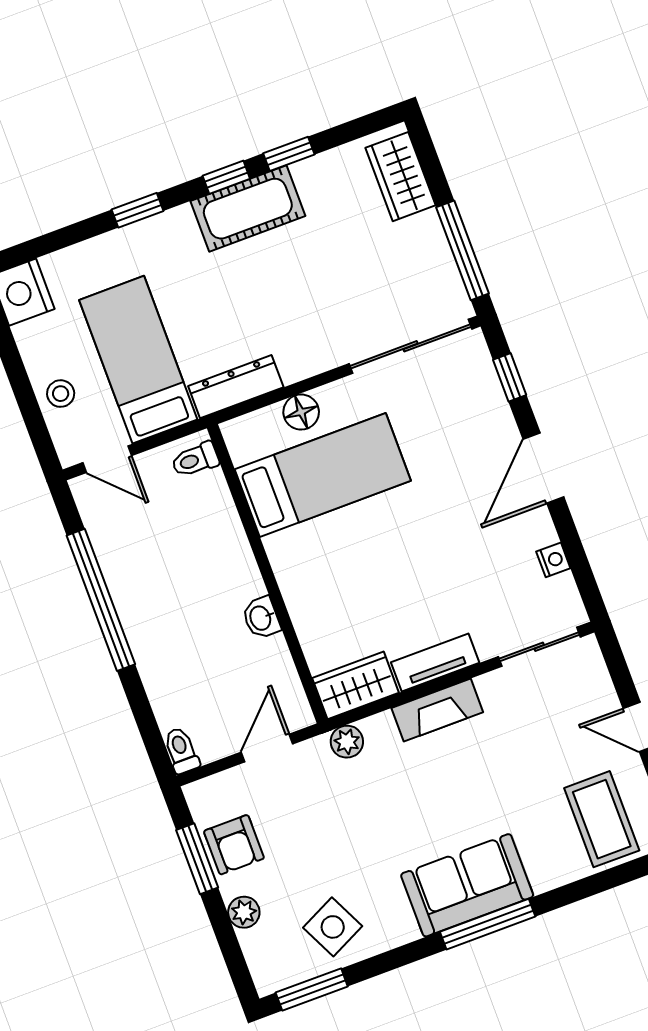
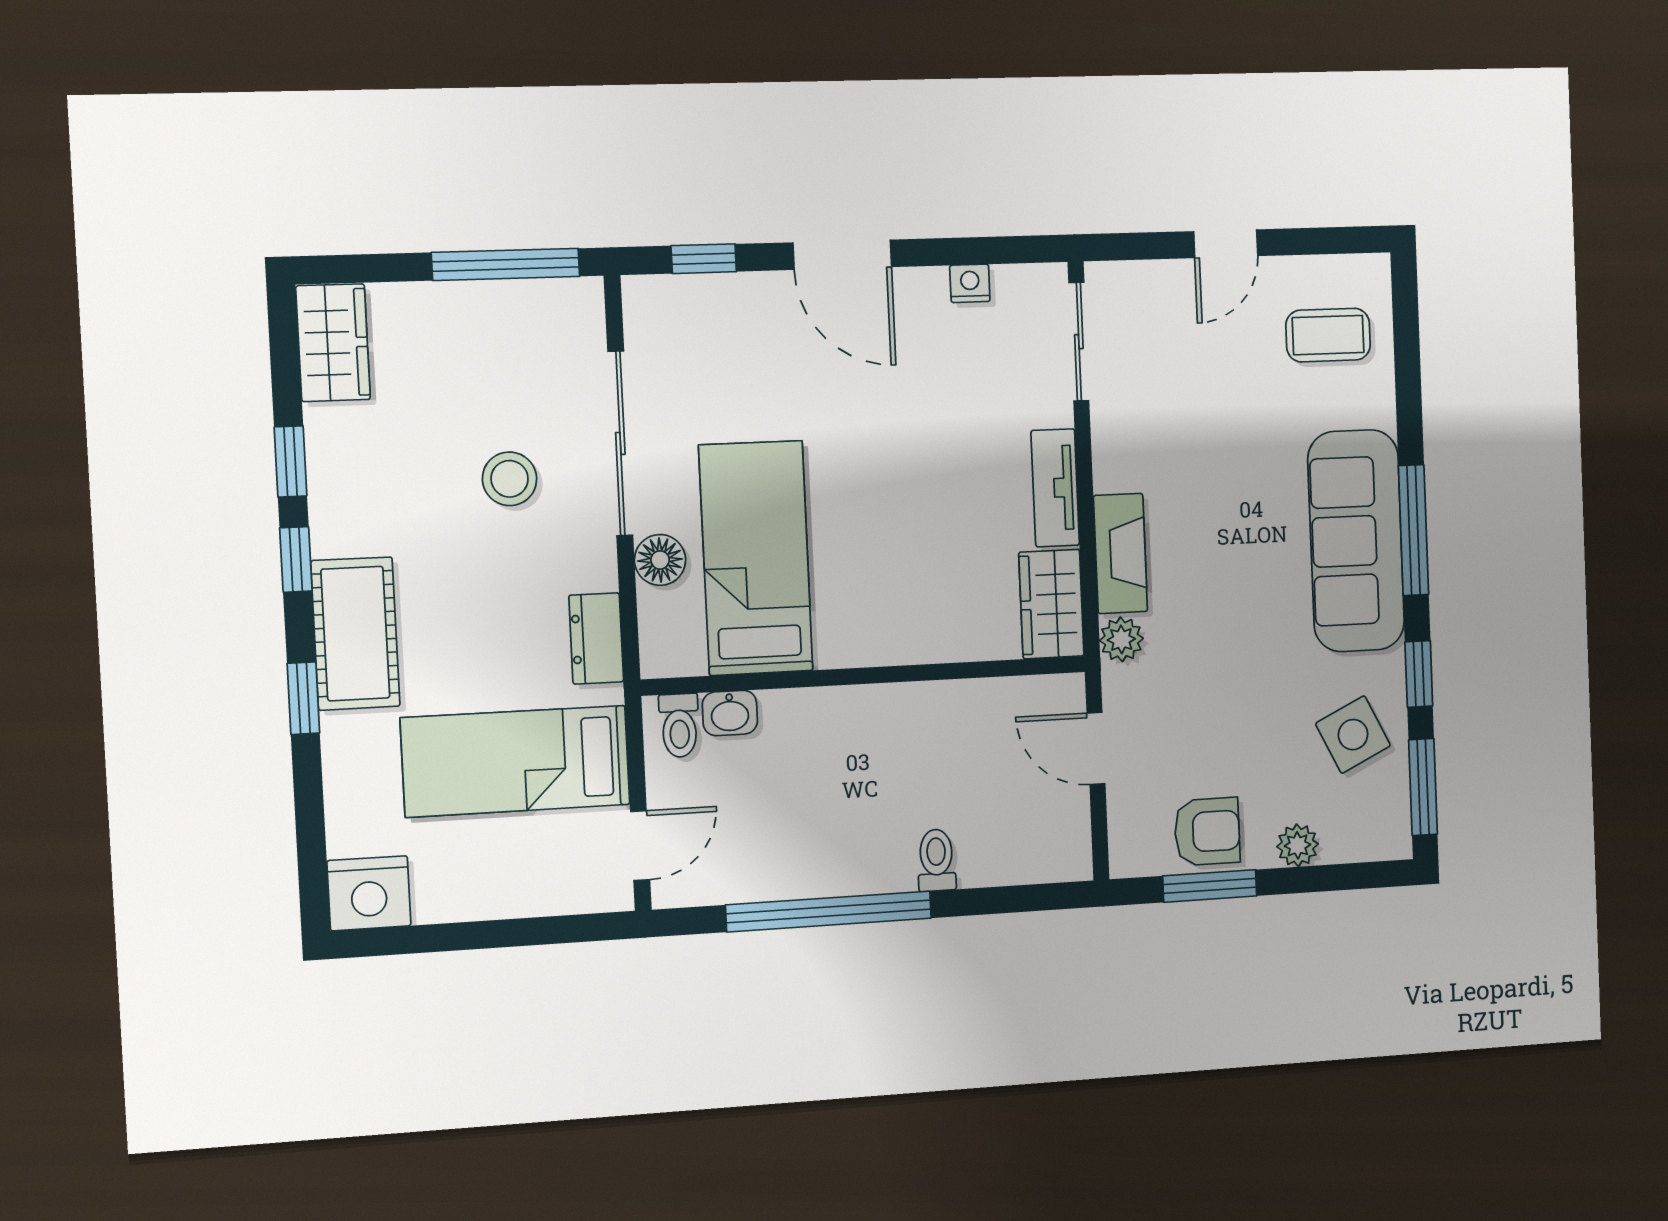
wardrobe: (400, 177) -> (333, 343), moved, turned -90
cot: (248, 209) -> (355, 634), moved
sliding door: (411, 346) -> (620, 443), moved
dresser: (236, 387) -> (596, 639), width x0.70
stool: (61, 394) -> (510, 479), moved, width x1.37, depth x1.37
washbasin: (261, 618) -> (730, 713), moved
fireplace: (437, 710) -> (1120, 554), moved
toilet: (181, 750) -> (936, 860), moved, turned 90
coffee table: (602, 819) -> (1328, 335), width x0.73, depth x0.77
sofa: (467, 885) -> (1356, 541), width x1.36
window: (389, 961) -> (1419, 674), added

